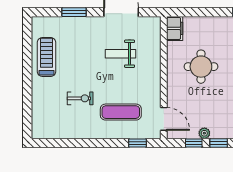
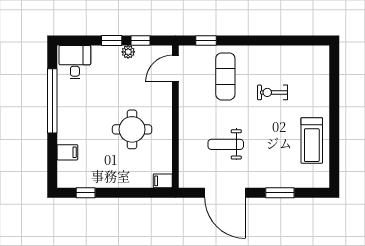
filing cabinet: (175, 28) -> (163, 181), width x0.50
weight bench: (120, 54) -> (226, 144), turned 180
exercise mat: (121, 112) -> (225, 76), turned 90
door: (164, 119) -> (175, 69), hinge flipped

